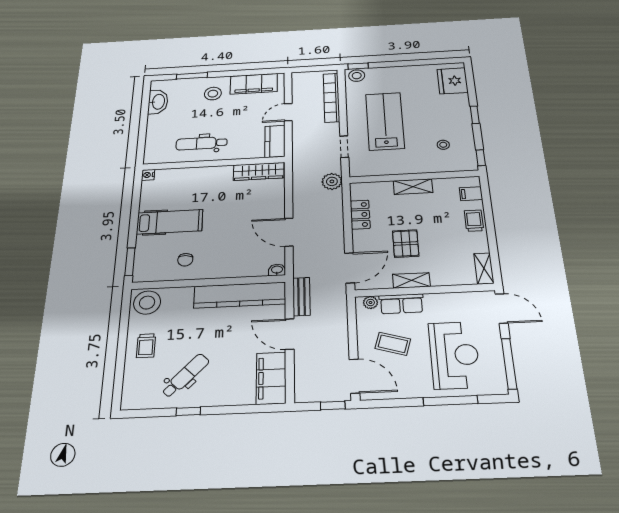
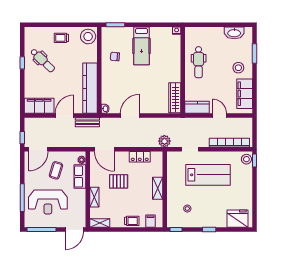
dental chair: (202, 143) -> (199, 62), turned 180
shelving: (411, 280) -> (94, 197), moved

